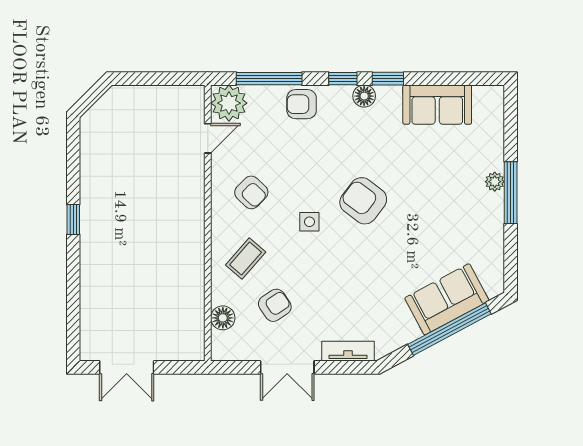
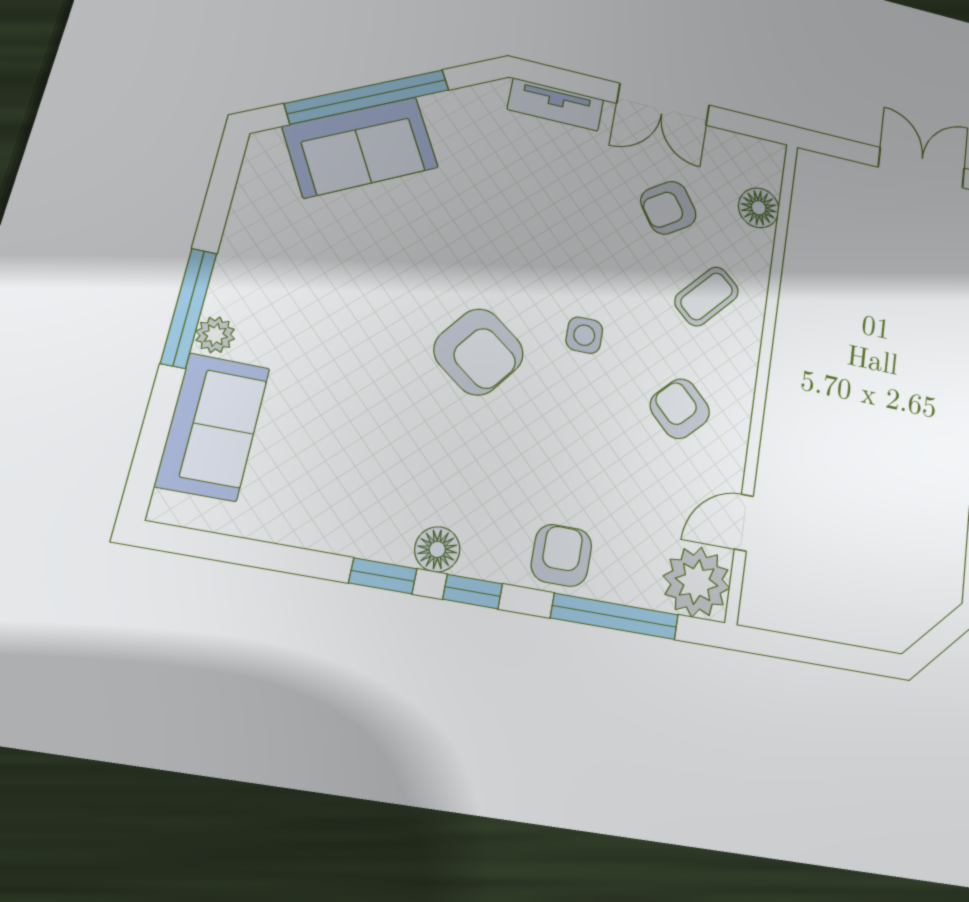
armchair: (302, 104) -> (561, 555), turned -90
sofa: (437, 105) -> (213, 427), moved, turned 90
double door: (287, 367) -> (663, 104), swing flipped

